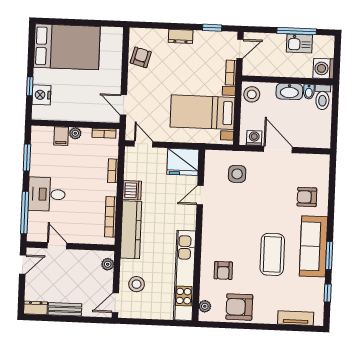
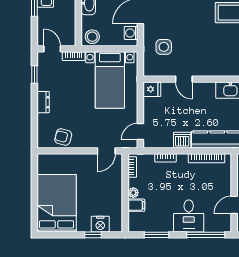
fridge: (183, 162) -> (152, 89), width x0.53, depth x0.75

